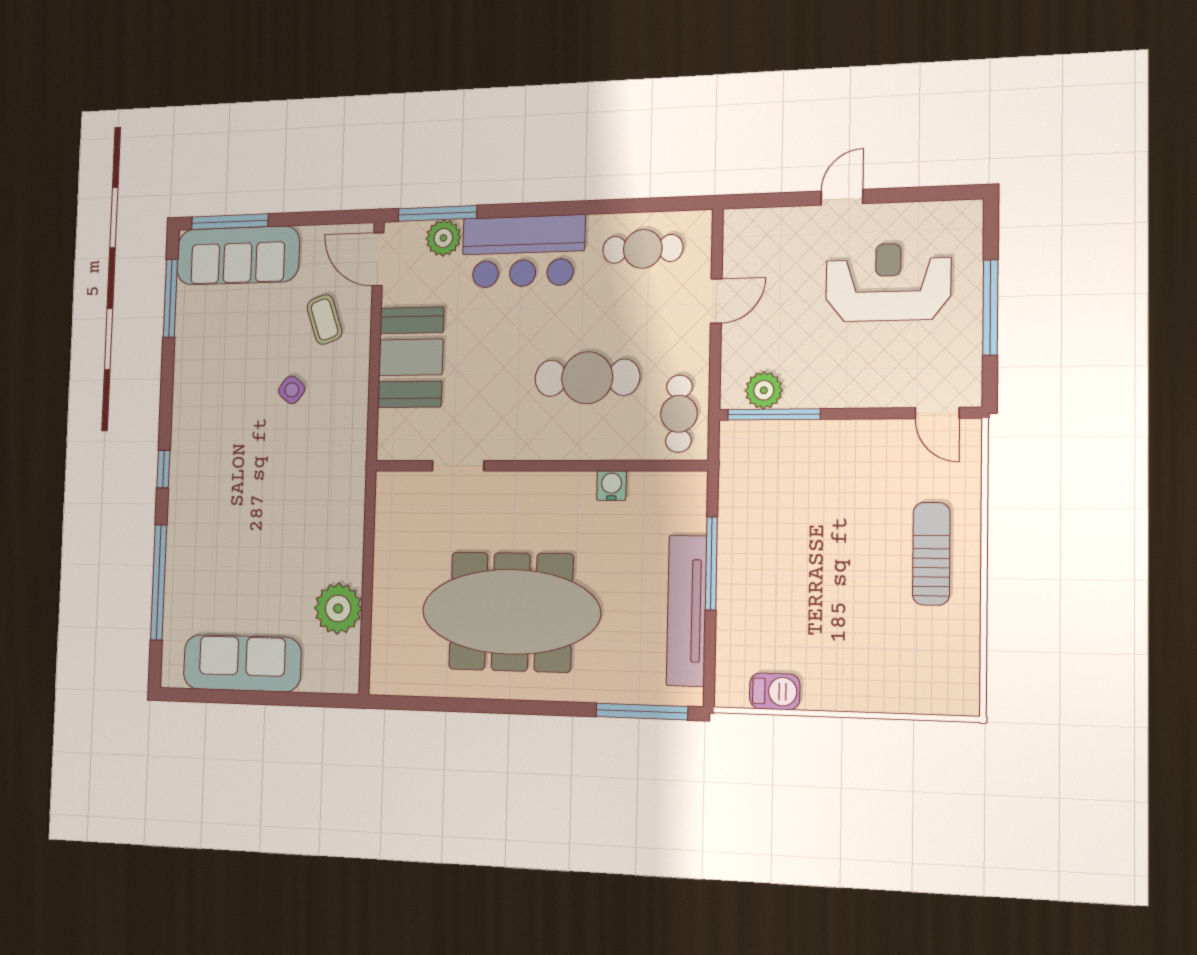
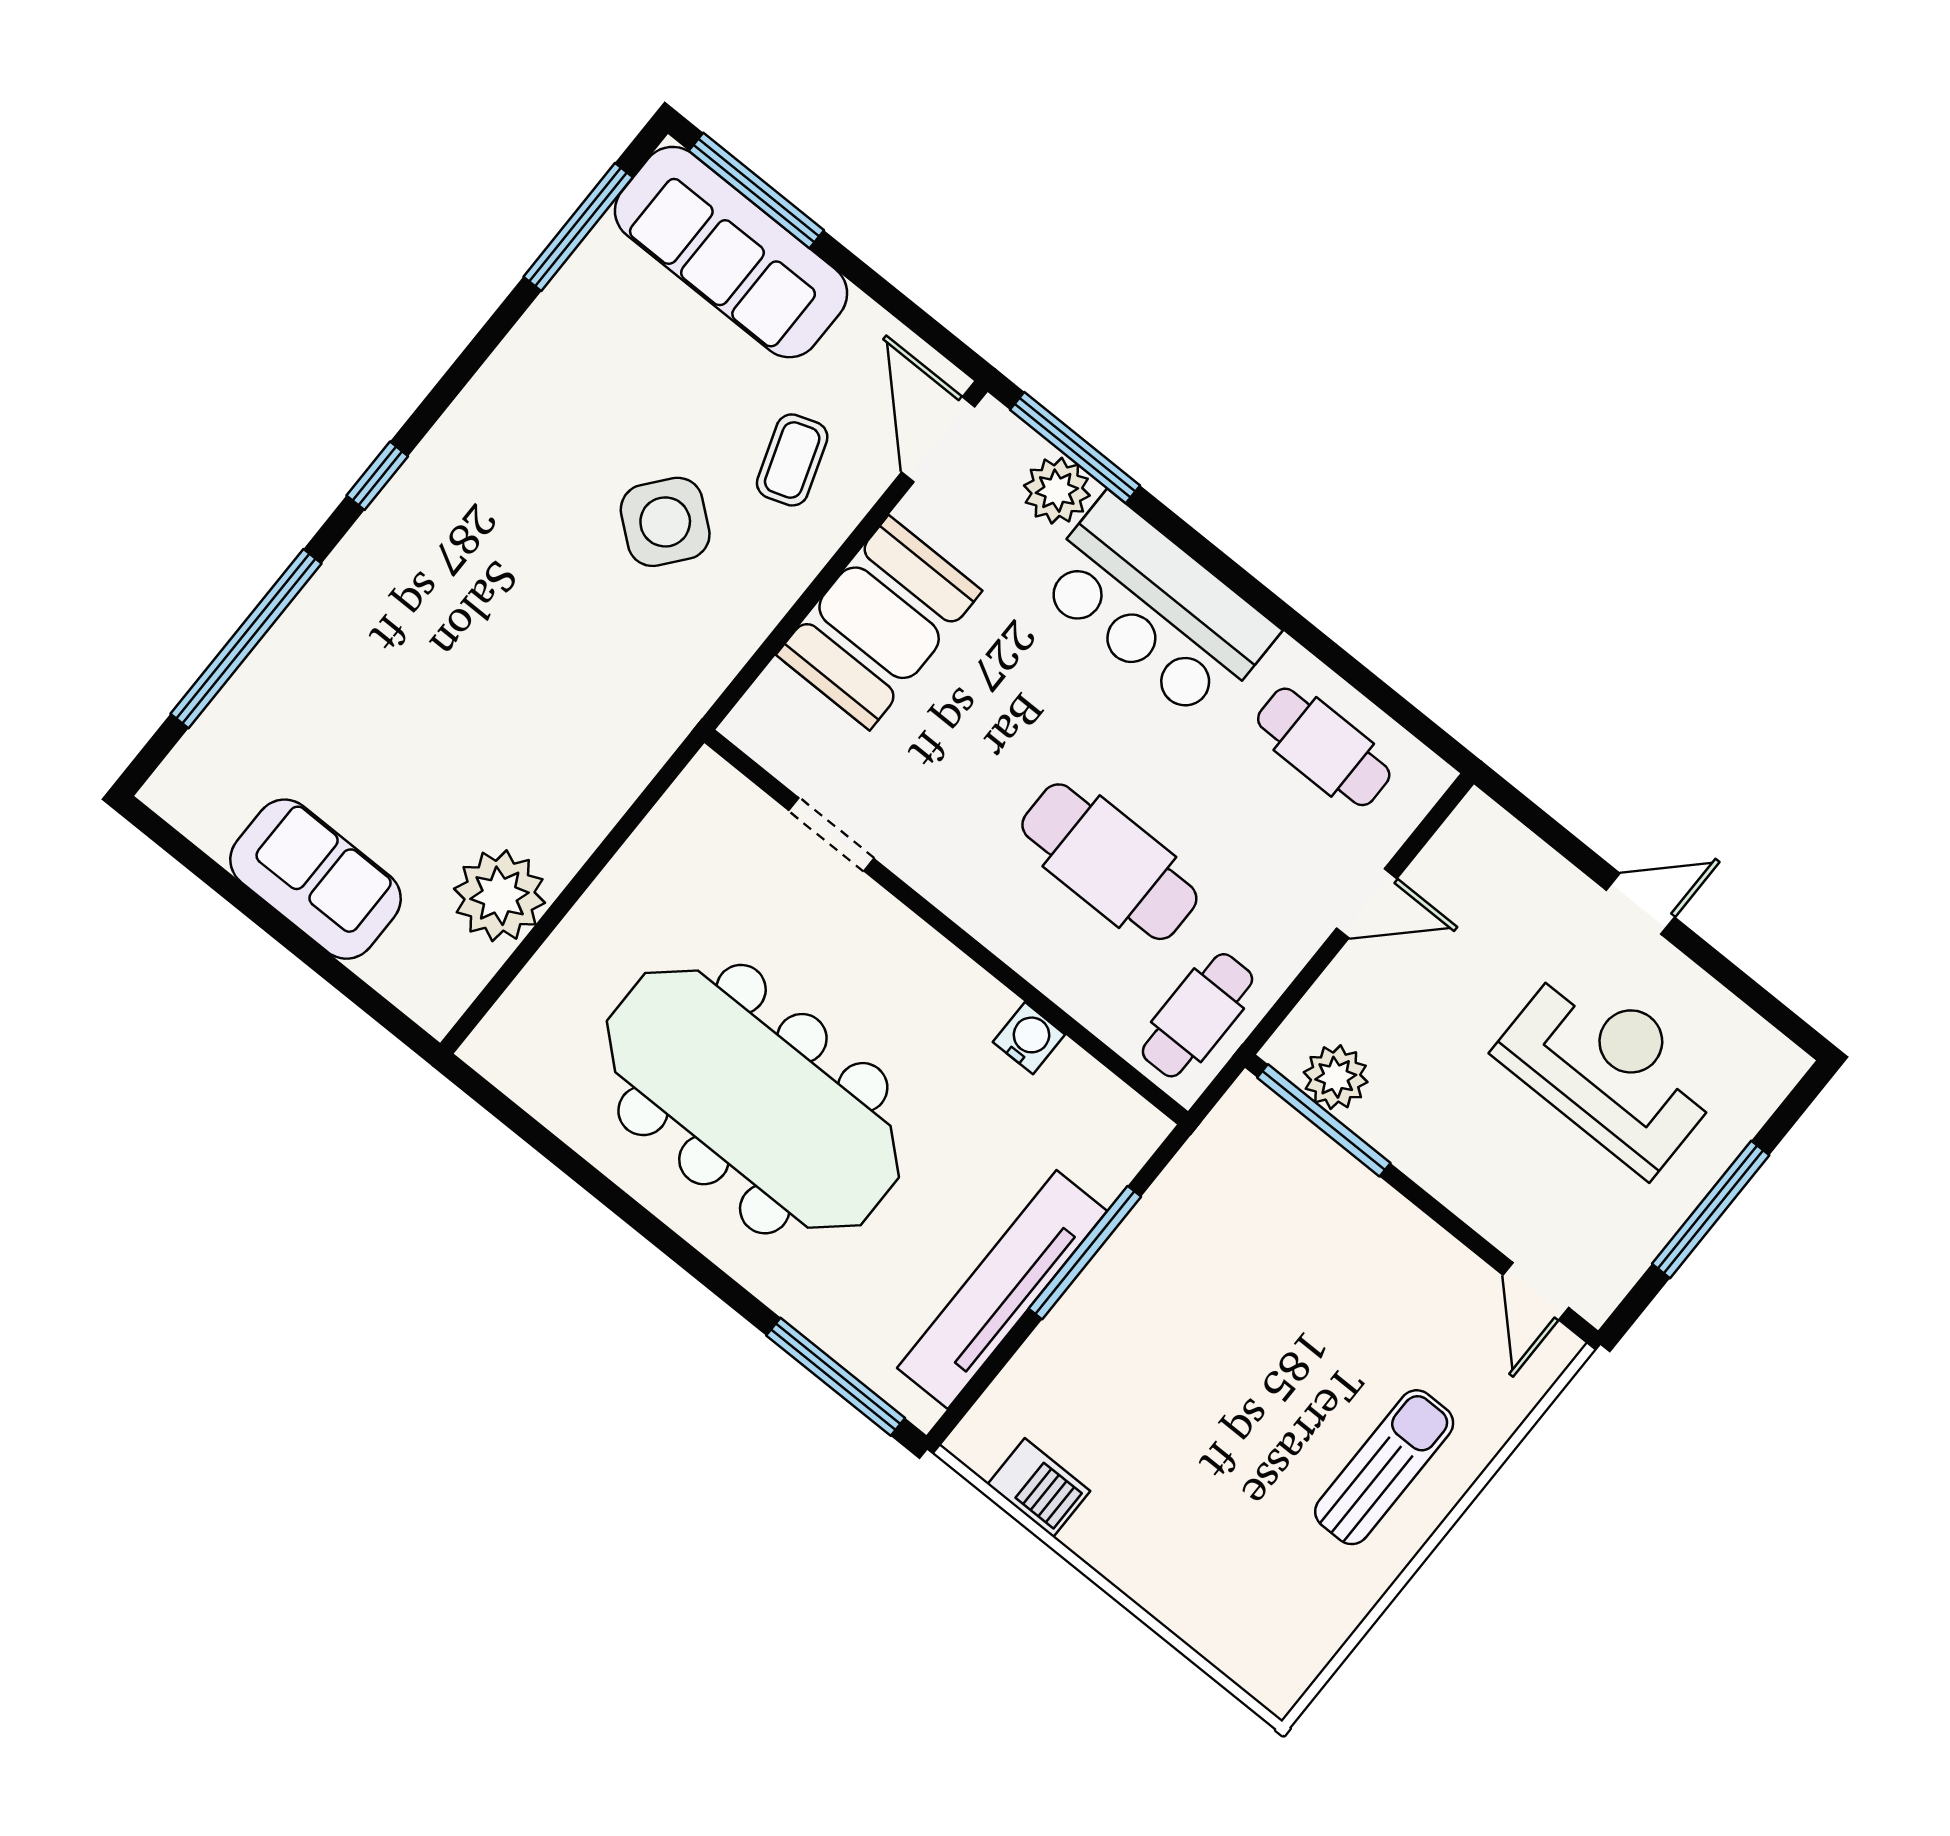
side table: (292, 390) -> (665, 522), width x1.87, depth x1.87
sofa: (242, 663) -> (316, 879), width x0.73

